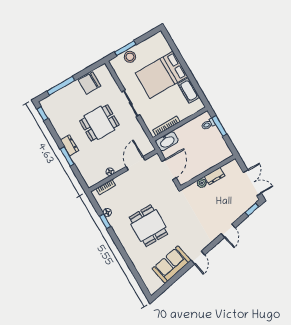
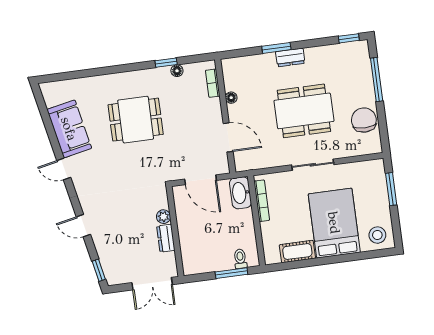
stool: (130, 57) -> (377, 235), moved
dining table: (99, 123) -> (304, 111), width x1.37
double door: (252, 183) -> (152, 284), moved

